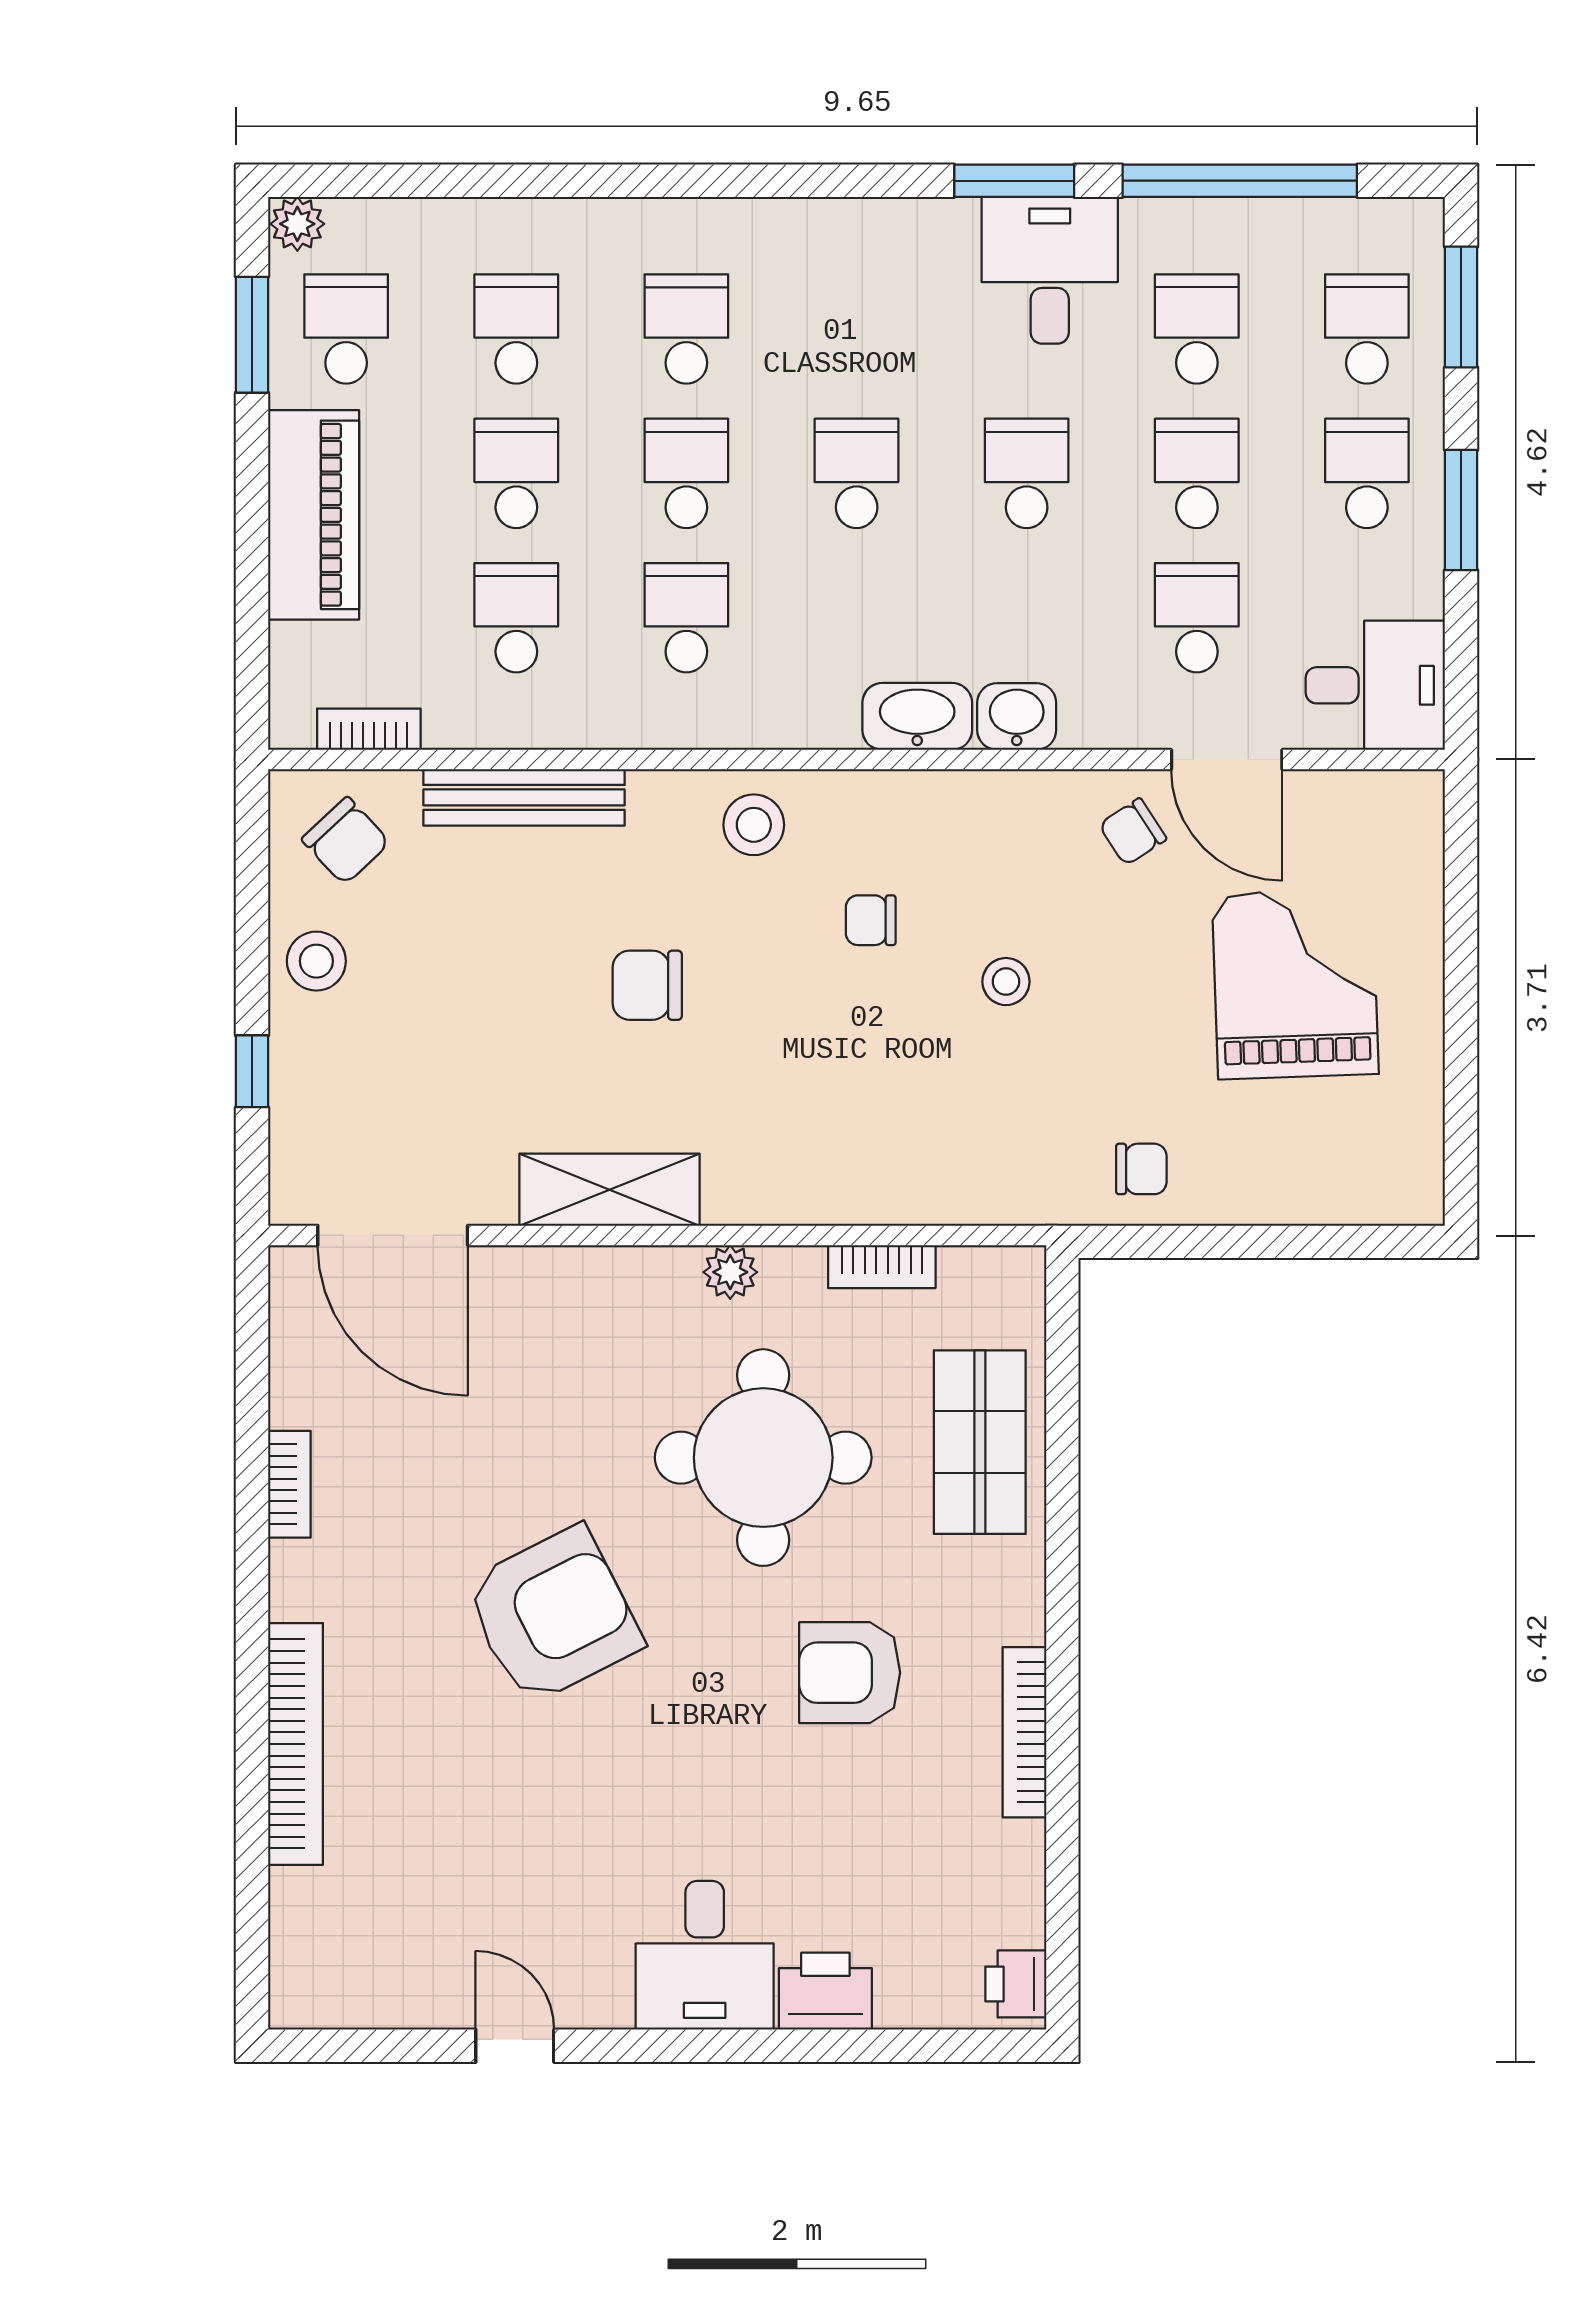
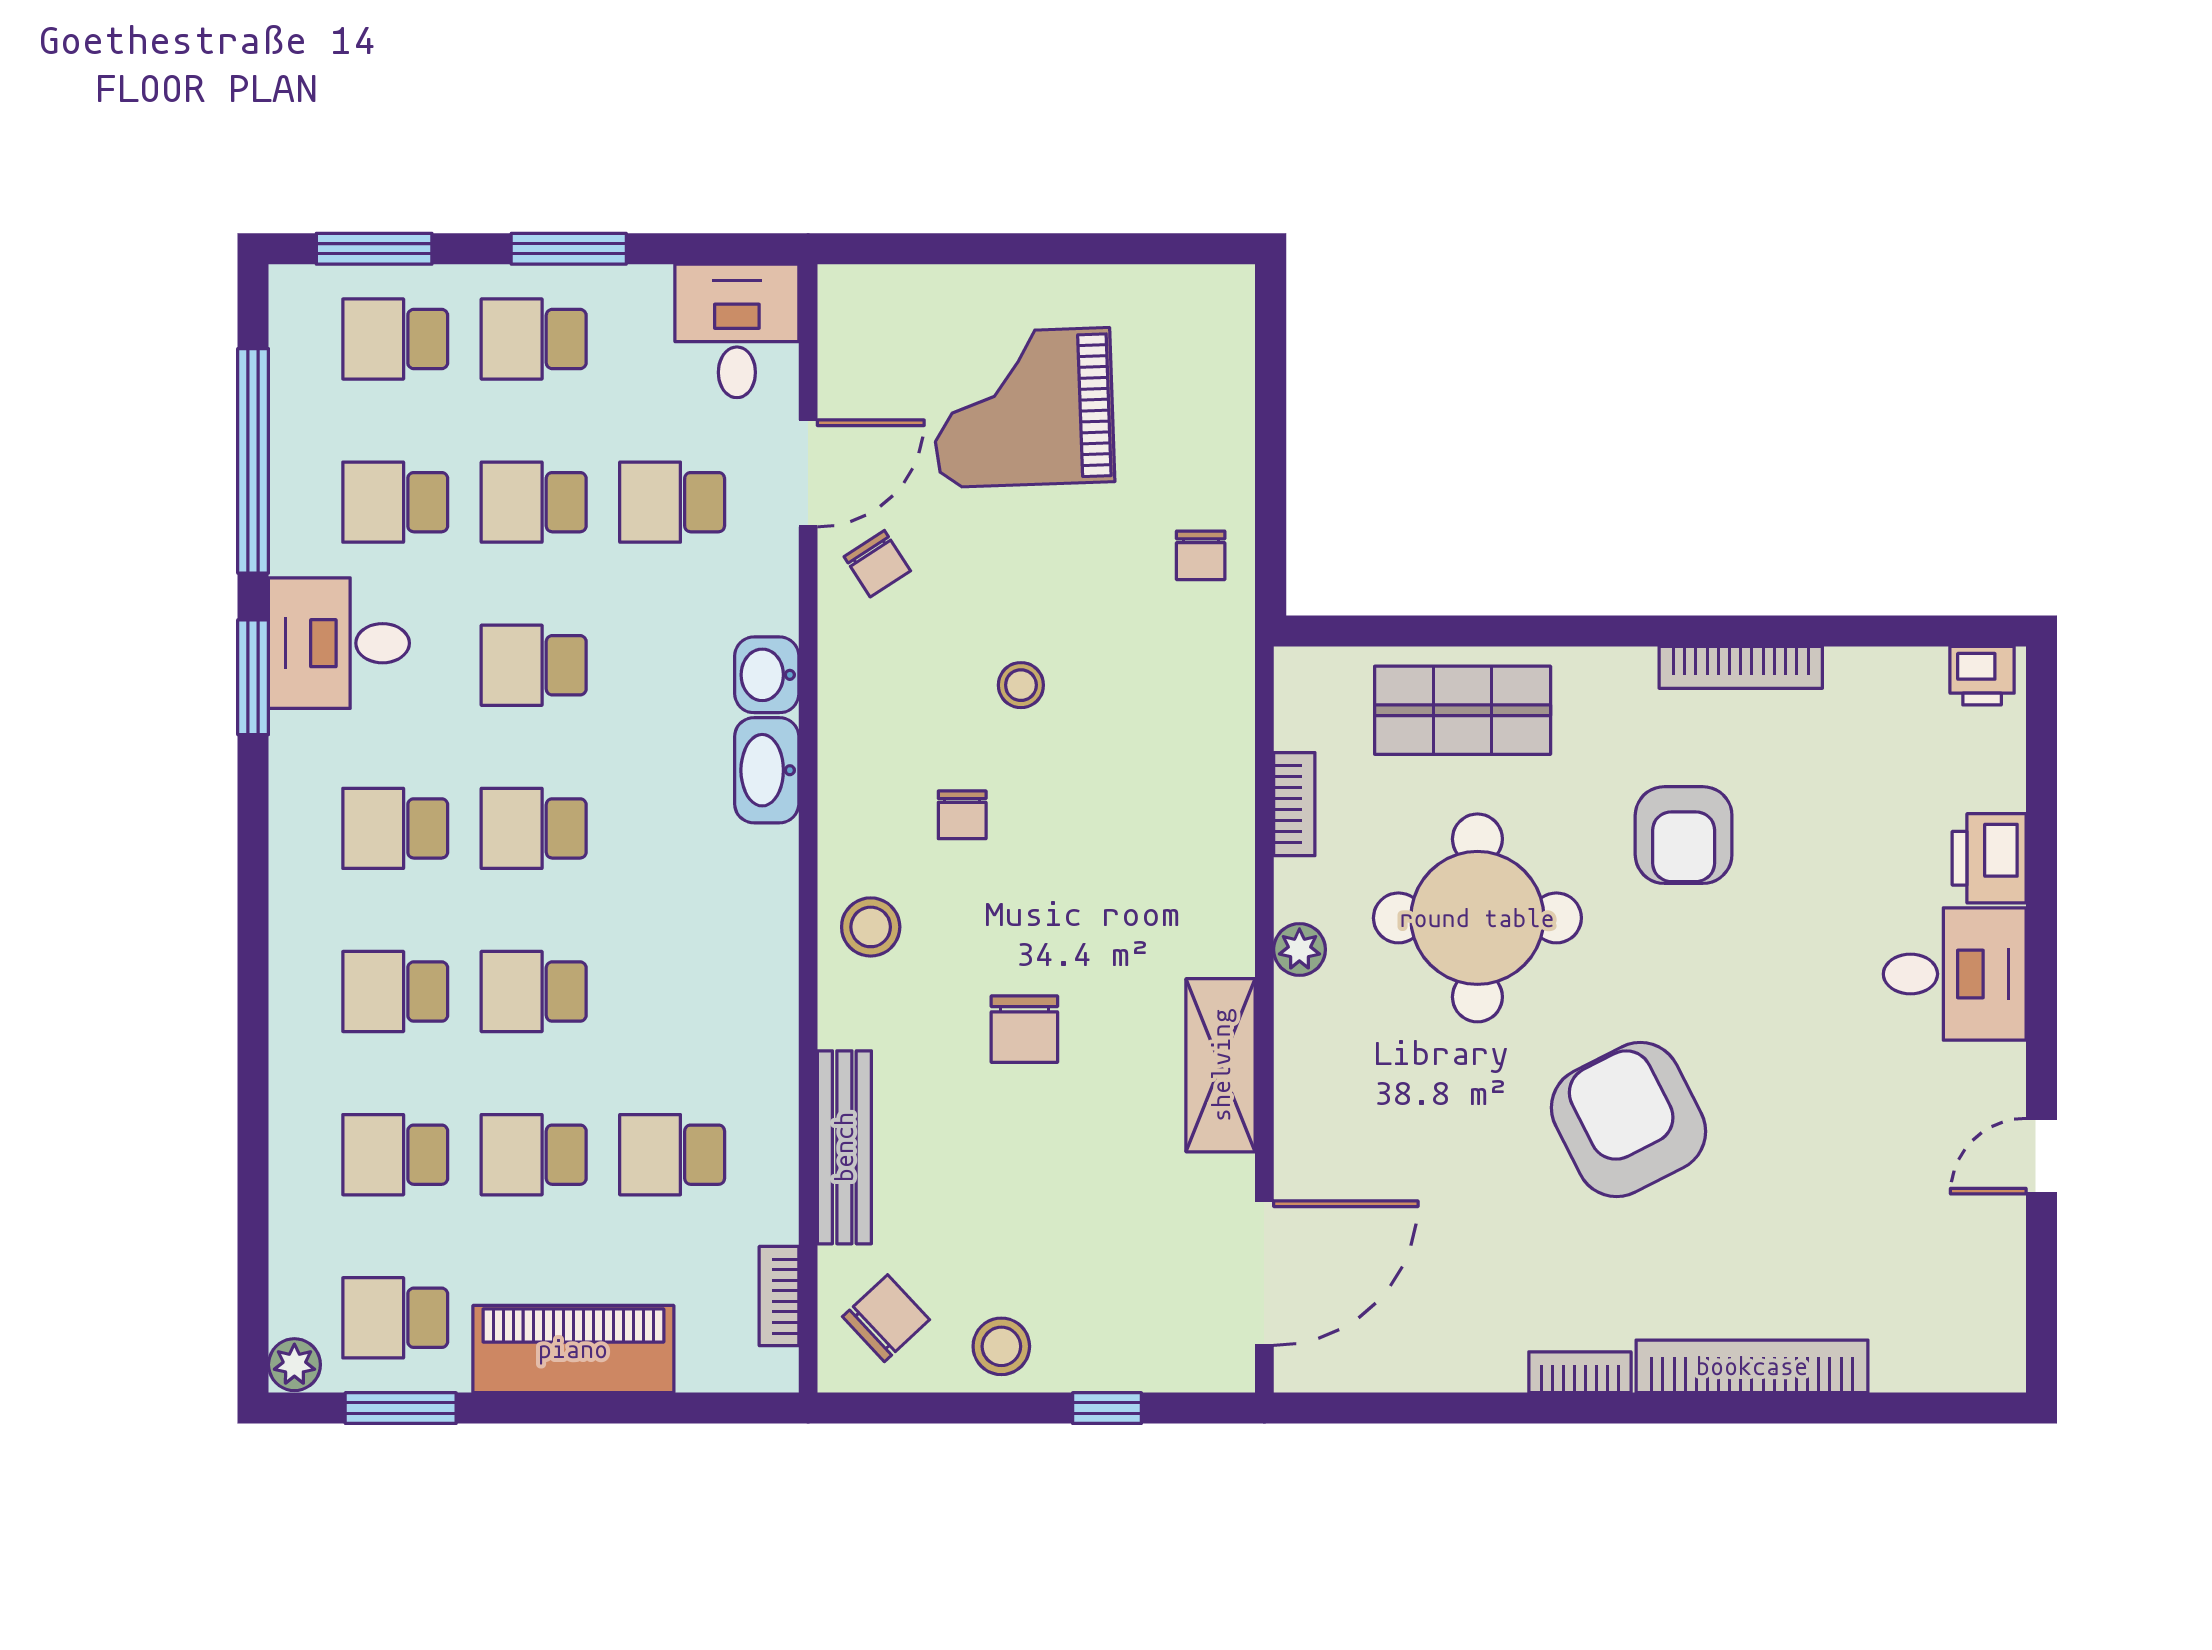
school desk: (686, 618) -> (395, 828), moved
chair: (1141, 1169) -> (1201, 555), turned 180
bookcase: (289, 1484) -> (1580, 1372), moved

